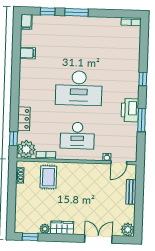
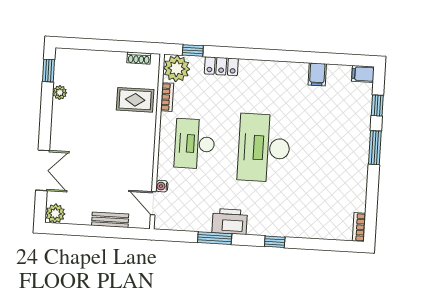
wardrobe: (62, 228) -> (61, 118), removed

